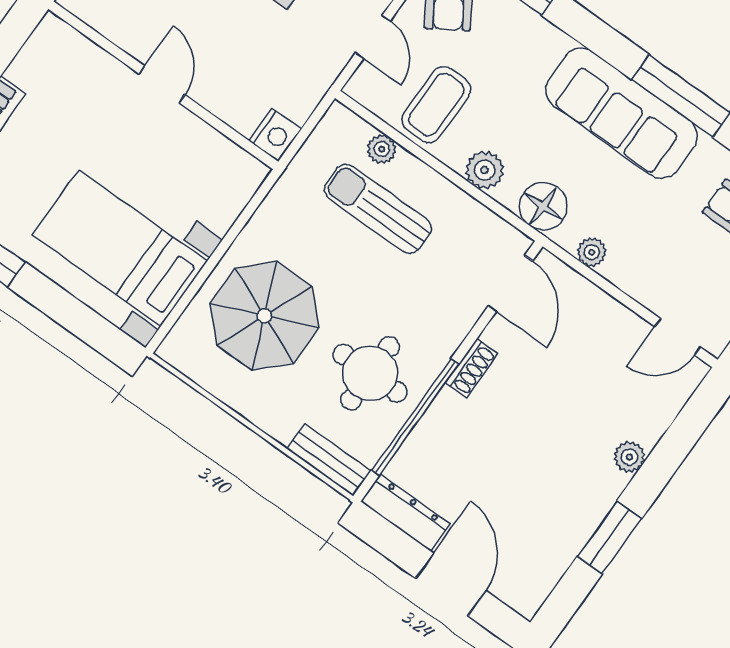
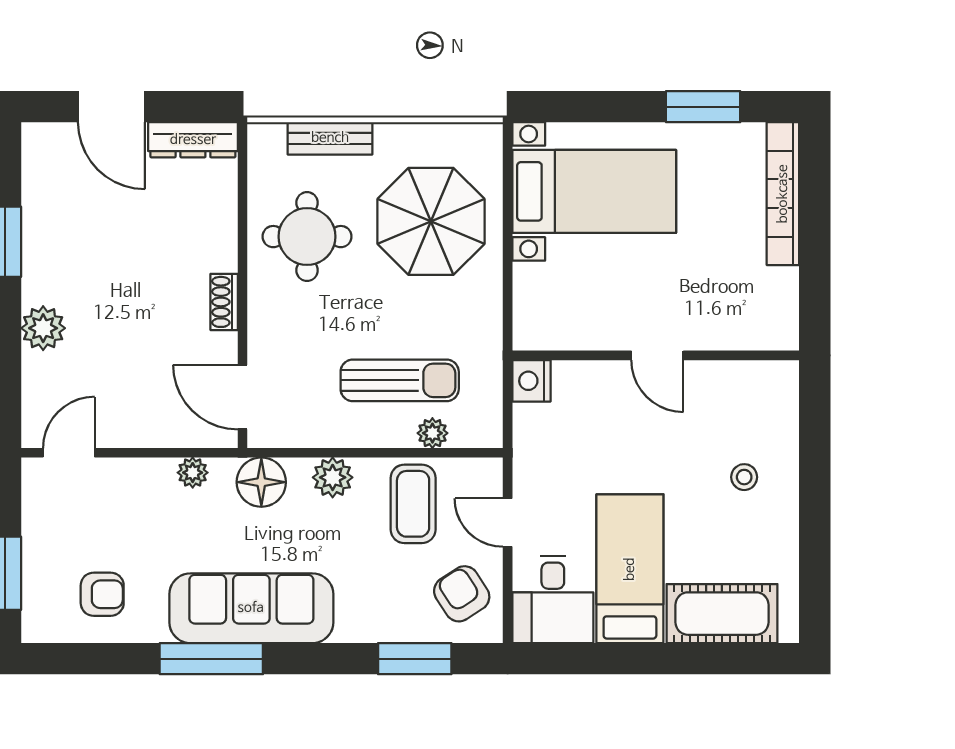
window: (415, 417) -> (242, 227), removed
plant: (629, 457) -> (43, 328), width x1.38, depth x1.38
bench: (329, 460) -> (330, 138), moved

